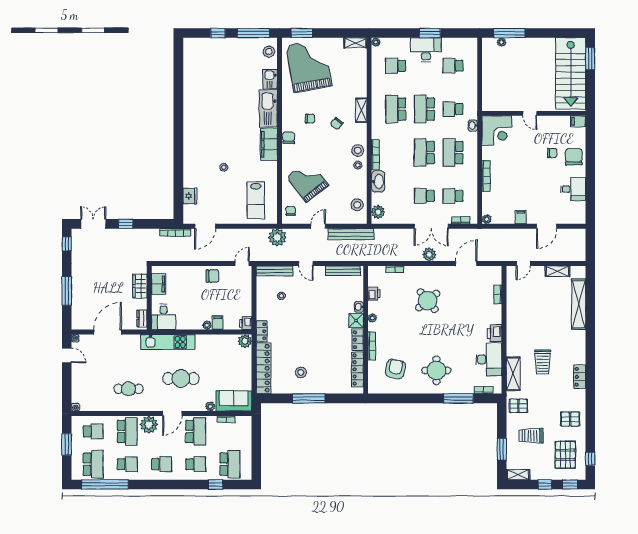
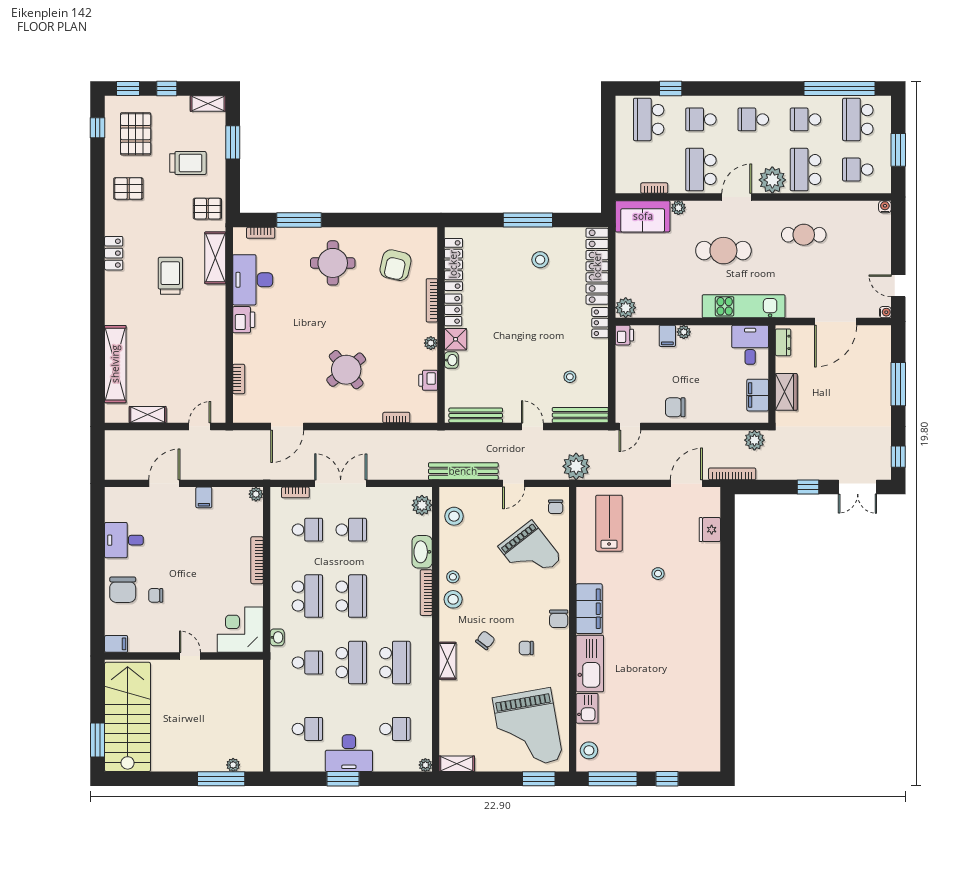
plant: (429, 254) -> (754, 440), moved

